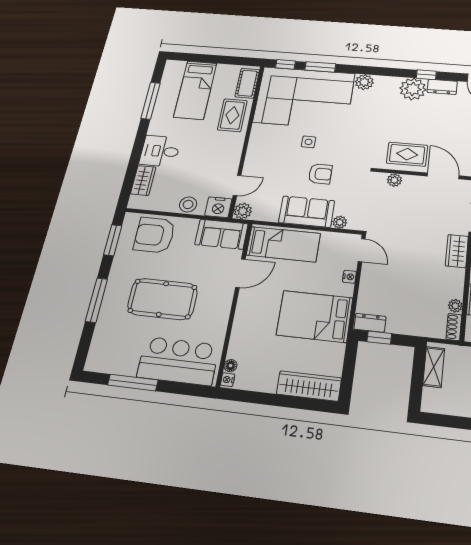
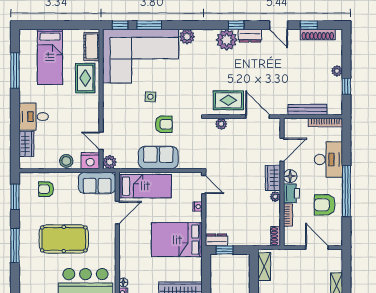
door: (237, 185) -> (101, 141), swing flipped
plant: (340, 222) -> (184, 164), removed
armchair: (154, 235) -> (46, 189), width x0.53, depth x0.53
plant: (455, 306) -> (275, 197), moved

